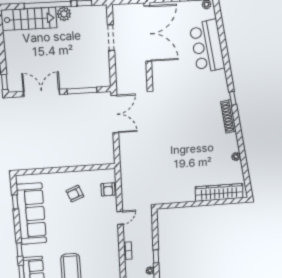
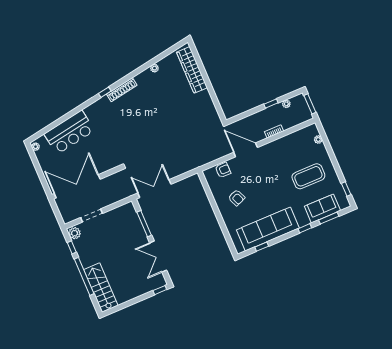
plant: (64, 14) -> (75, 233), moved
door: (120, 218) -> (246, 150), width x1.88

